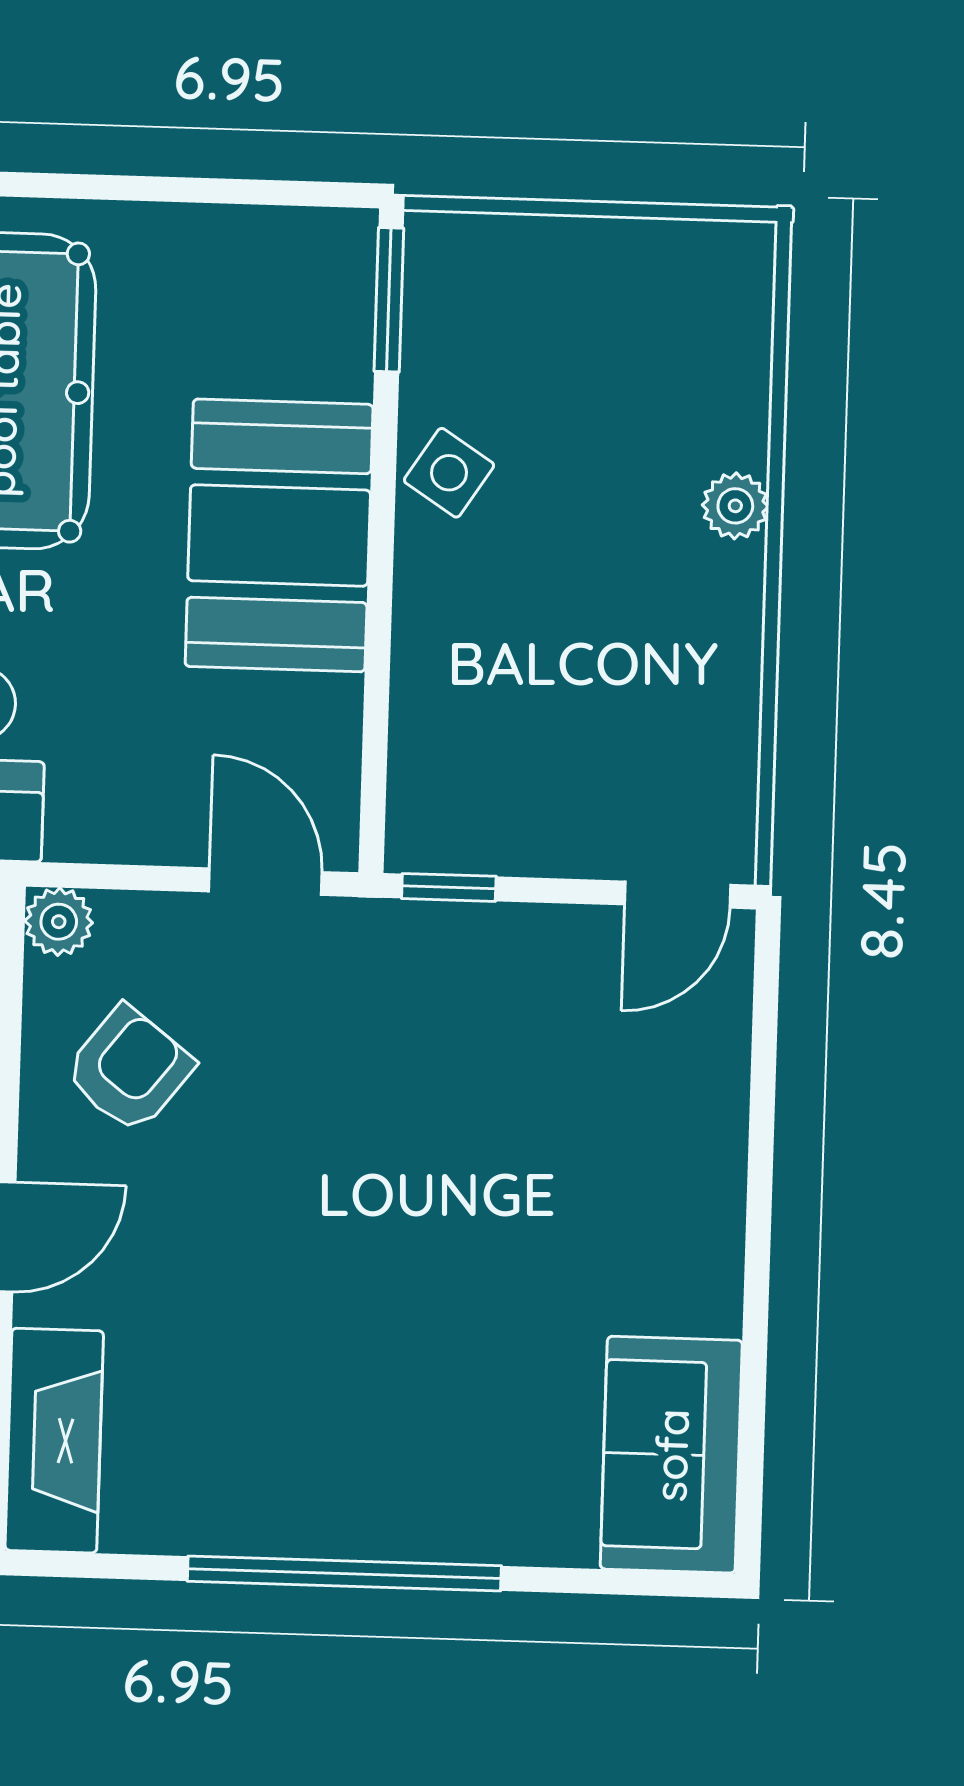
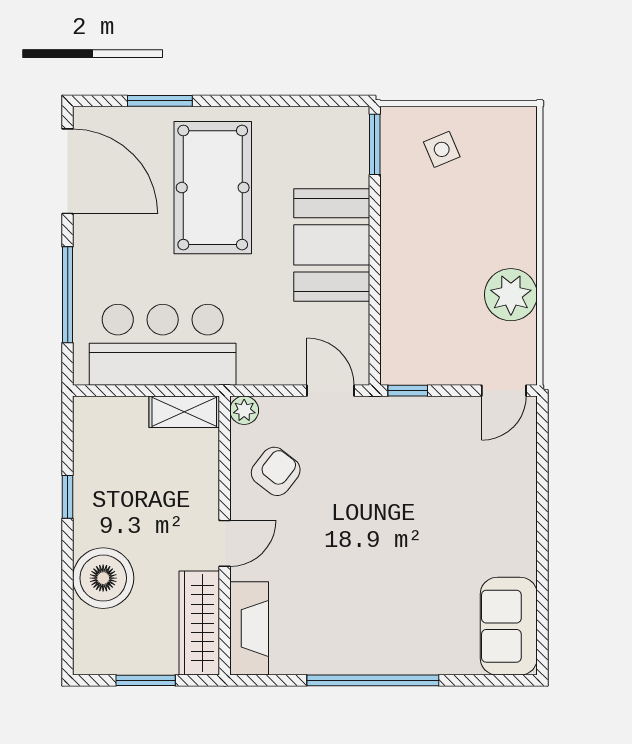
side table: (449, 473) -> (442, 149), moved, turned 34
plant: (735, 506) -> (511, 295), moved, width x1.87, depth x1.87

